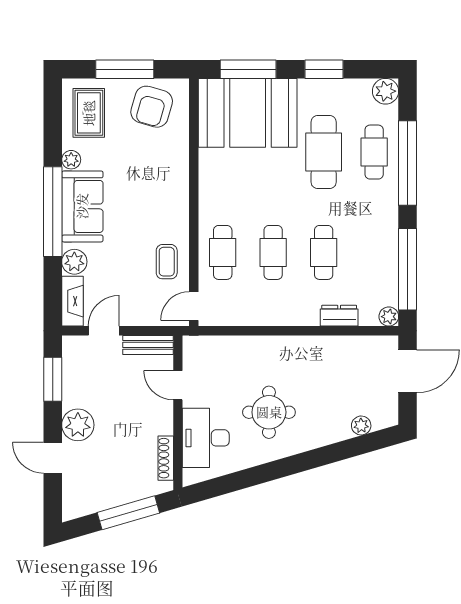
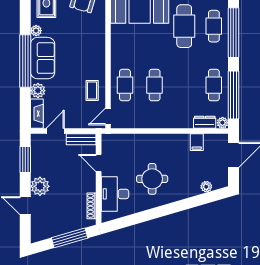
cafe table: (324, 252) -> (214, 85), moved
dresser: (339, 316) -> (205, 122), moved
filing cabinet: (345, 350) -> (197, 142), added

